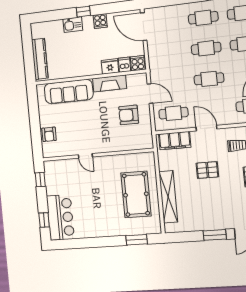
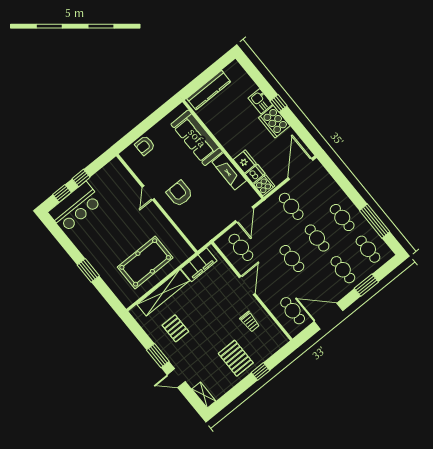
cooker: (100, 21) -> (274, 122), width x1.87, depth x1.31
cafe table: (168, 53) -> (291, 206), added
armchair: (129, 115) -> (179, 194), moved
filing cabinet: (175, 141) -> (199, 265), moved, turned -90
pallet: (207, 170) -> (175, 328), moved
window: (40, 180) -> (81, 178), moved
window: (137, 240) -> (88, 270), moved

